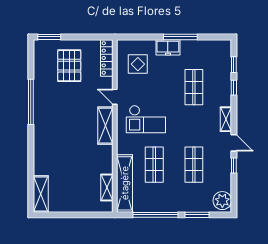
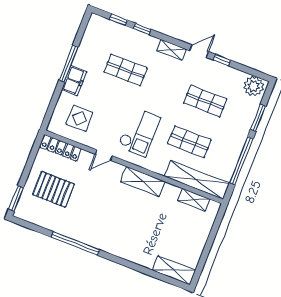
shelving: (105, 126) -> (143, 181), moved

